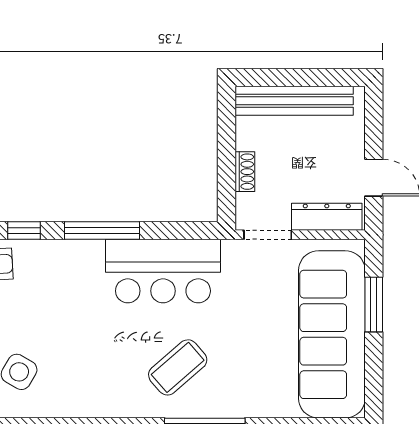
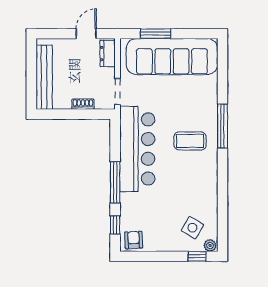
dresser: (327, 217) -> (108, 53), width x0.70
bar counter: (163, 271) -> (137, 149), width x1.36
coffee table: (178, 367) -> (190, 141), turned -49

